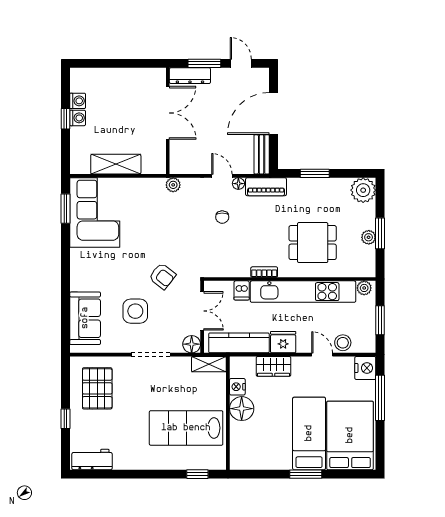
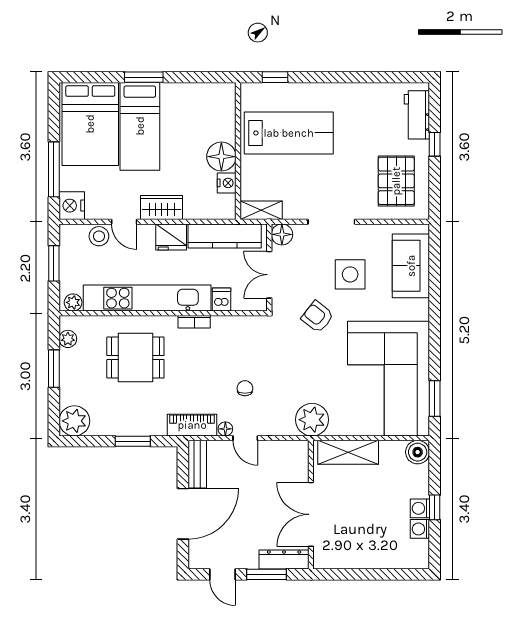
boiler: (80, 164) -> (418, 452), added
shelving: (116, 164) -> (348, 452), moved
plant: (173, 185) -> (312, 420), width x1.88, depth x1.88
corner sofa: (95, 212) -> (389, 379), width x1.36, depth x1.36
plant: (369, 237) -> (68, 339), moved
wardrobe: (274, 366) -> (162, 208), moved
workbench: (92, 459) -> (417, 115), moved, turned 90

